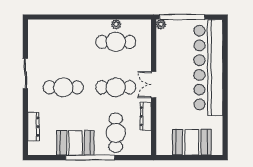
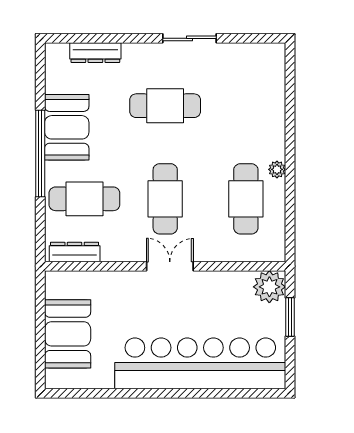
window: (182, 17) -> (290, 317), width x0.47
plant: (116, 24) -> (277, 169), moved
plant: (161, 24) -> (269, 287), width x1.88, depth x1.88
cafe table: (63, 87) -> (165, 106), turned 90
dresser: (146, 116) -> (75, 252), moved

